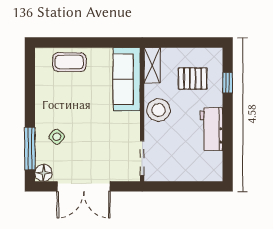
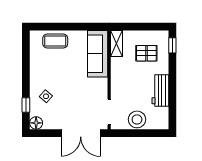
window: (228, 83) -> (172, 45), moved
stool: (159, 110) -> (137, 119), moved
window: (30, 149) -> (26, 105), width x0.46
double door: (84, 186) -> (81, 133), moved

